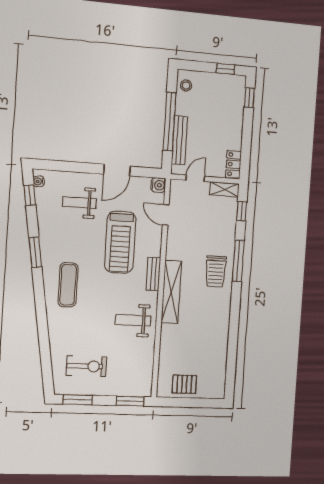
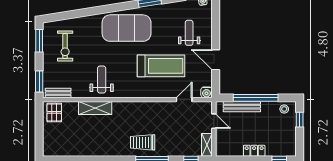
window: (225, 69) -> (300, 120), moved
locker: (233, 164) -> (254, 151), moved
treadmill: (120, 242) -> (161, 66), turned 180
bench: (153, 274) -> (58, 93), moved
exercise mat: (68, 285) -> (127, 28), width x2.00, depth x1.45
shelving: (171, 292) -> (95, 108), moved, width x0.68
pallet: (184, 384) -> (54, 112), moved

